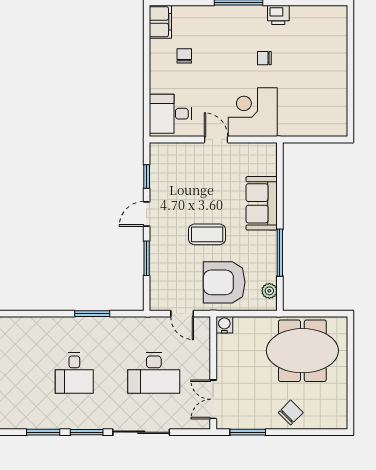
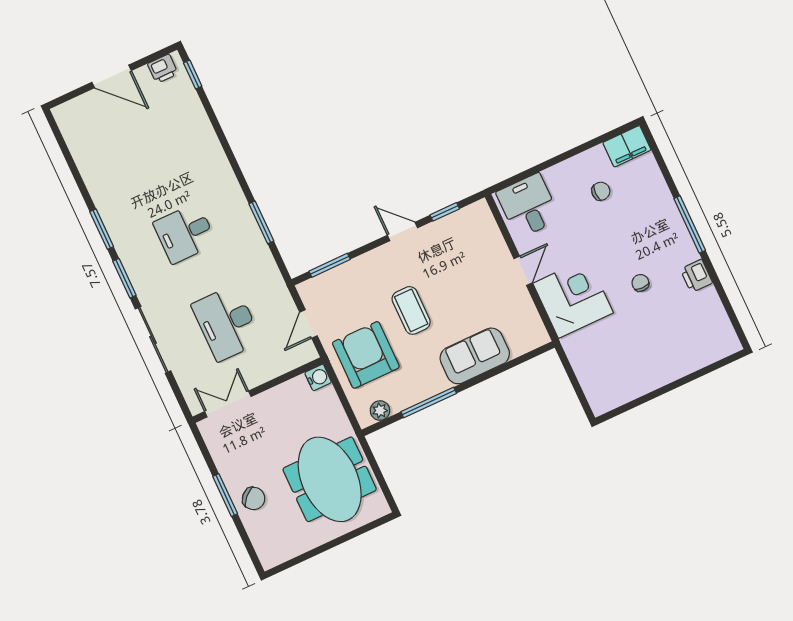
window: (147, 258) -> (330, 265), moved
window: (248, 432) -> (225, 495), moved

